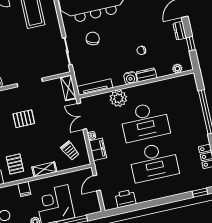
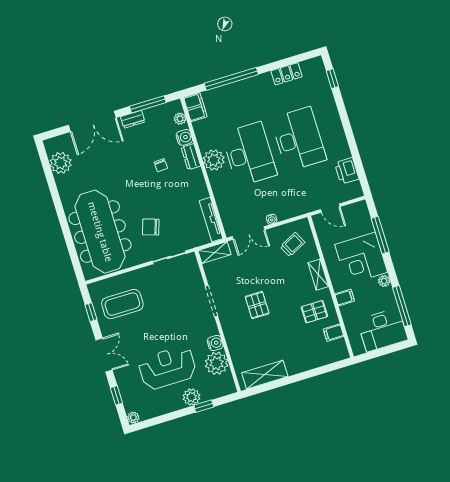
window: (191, 44) -> (148, 104), width x2.17
water cooler: (130, 78) -> (184, 137), moved
plant: (118, 98) -> (214, 160), moved
filing cabinet: (98, 149) -> (195, 107), moved, turned 90

